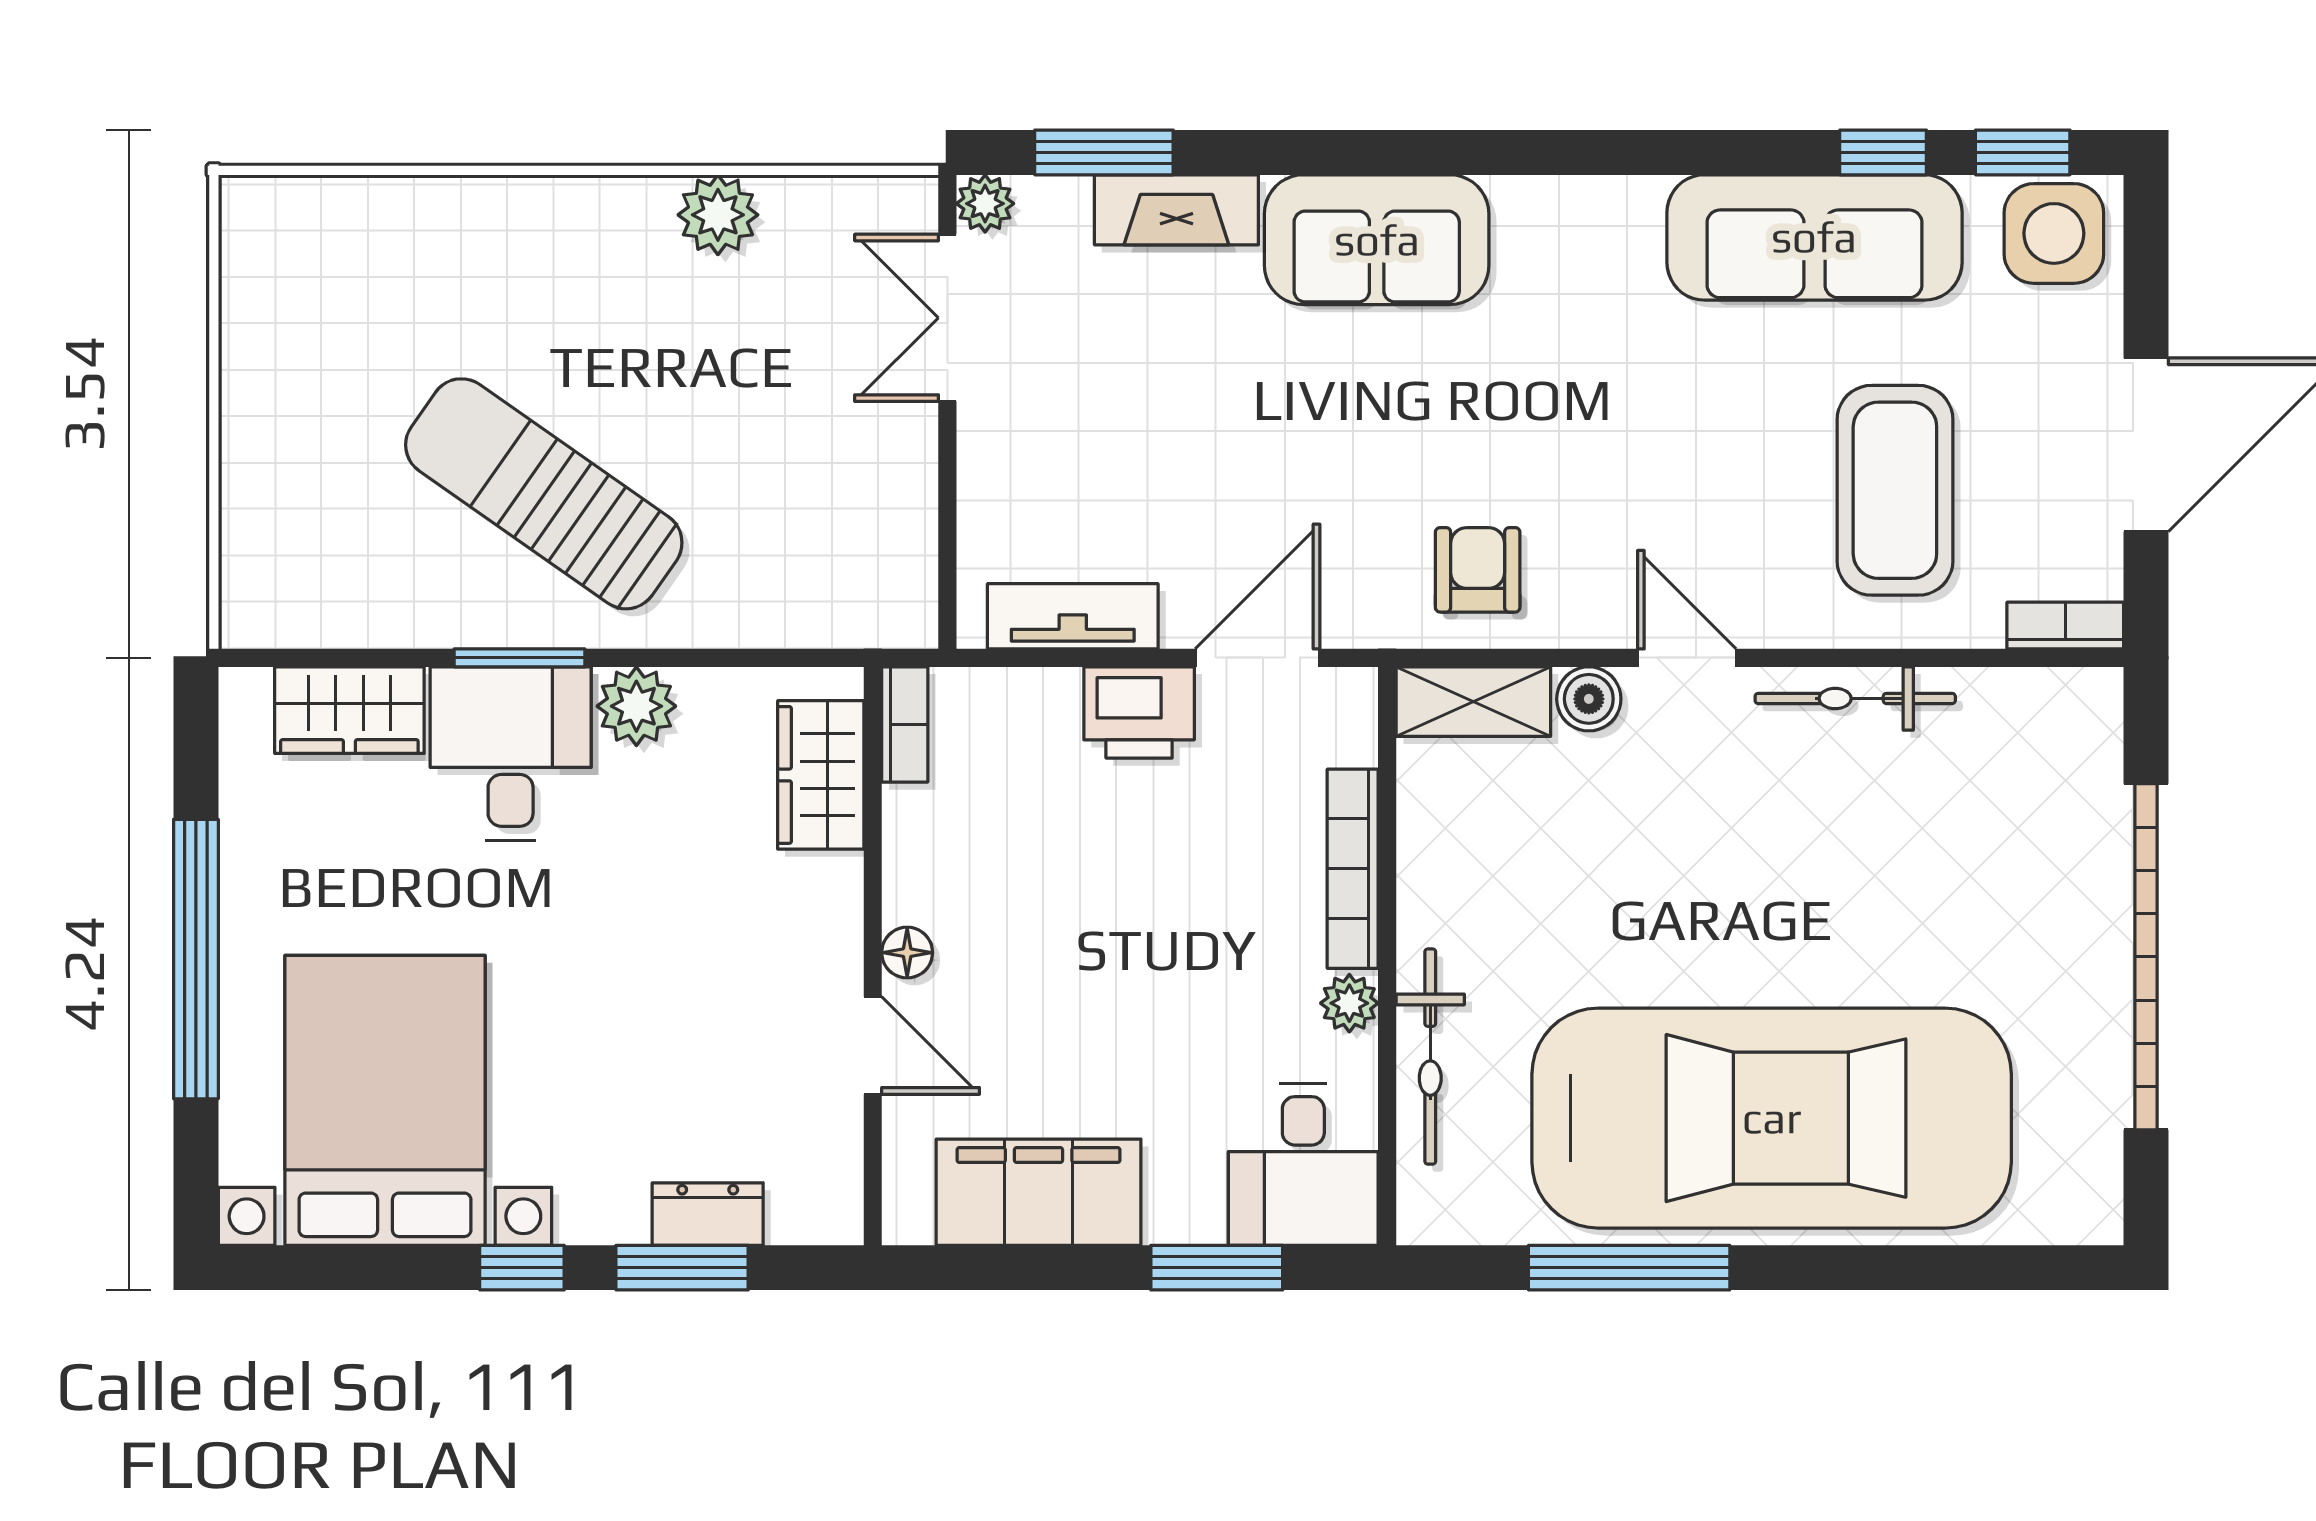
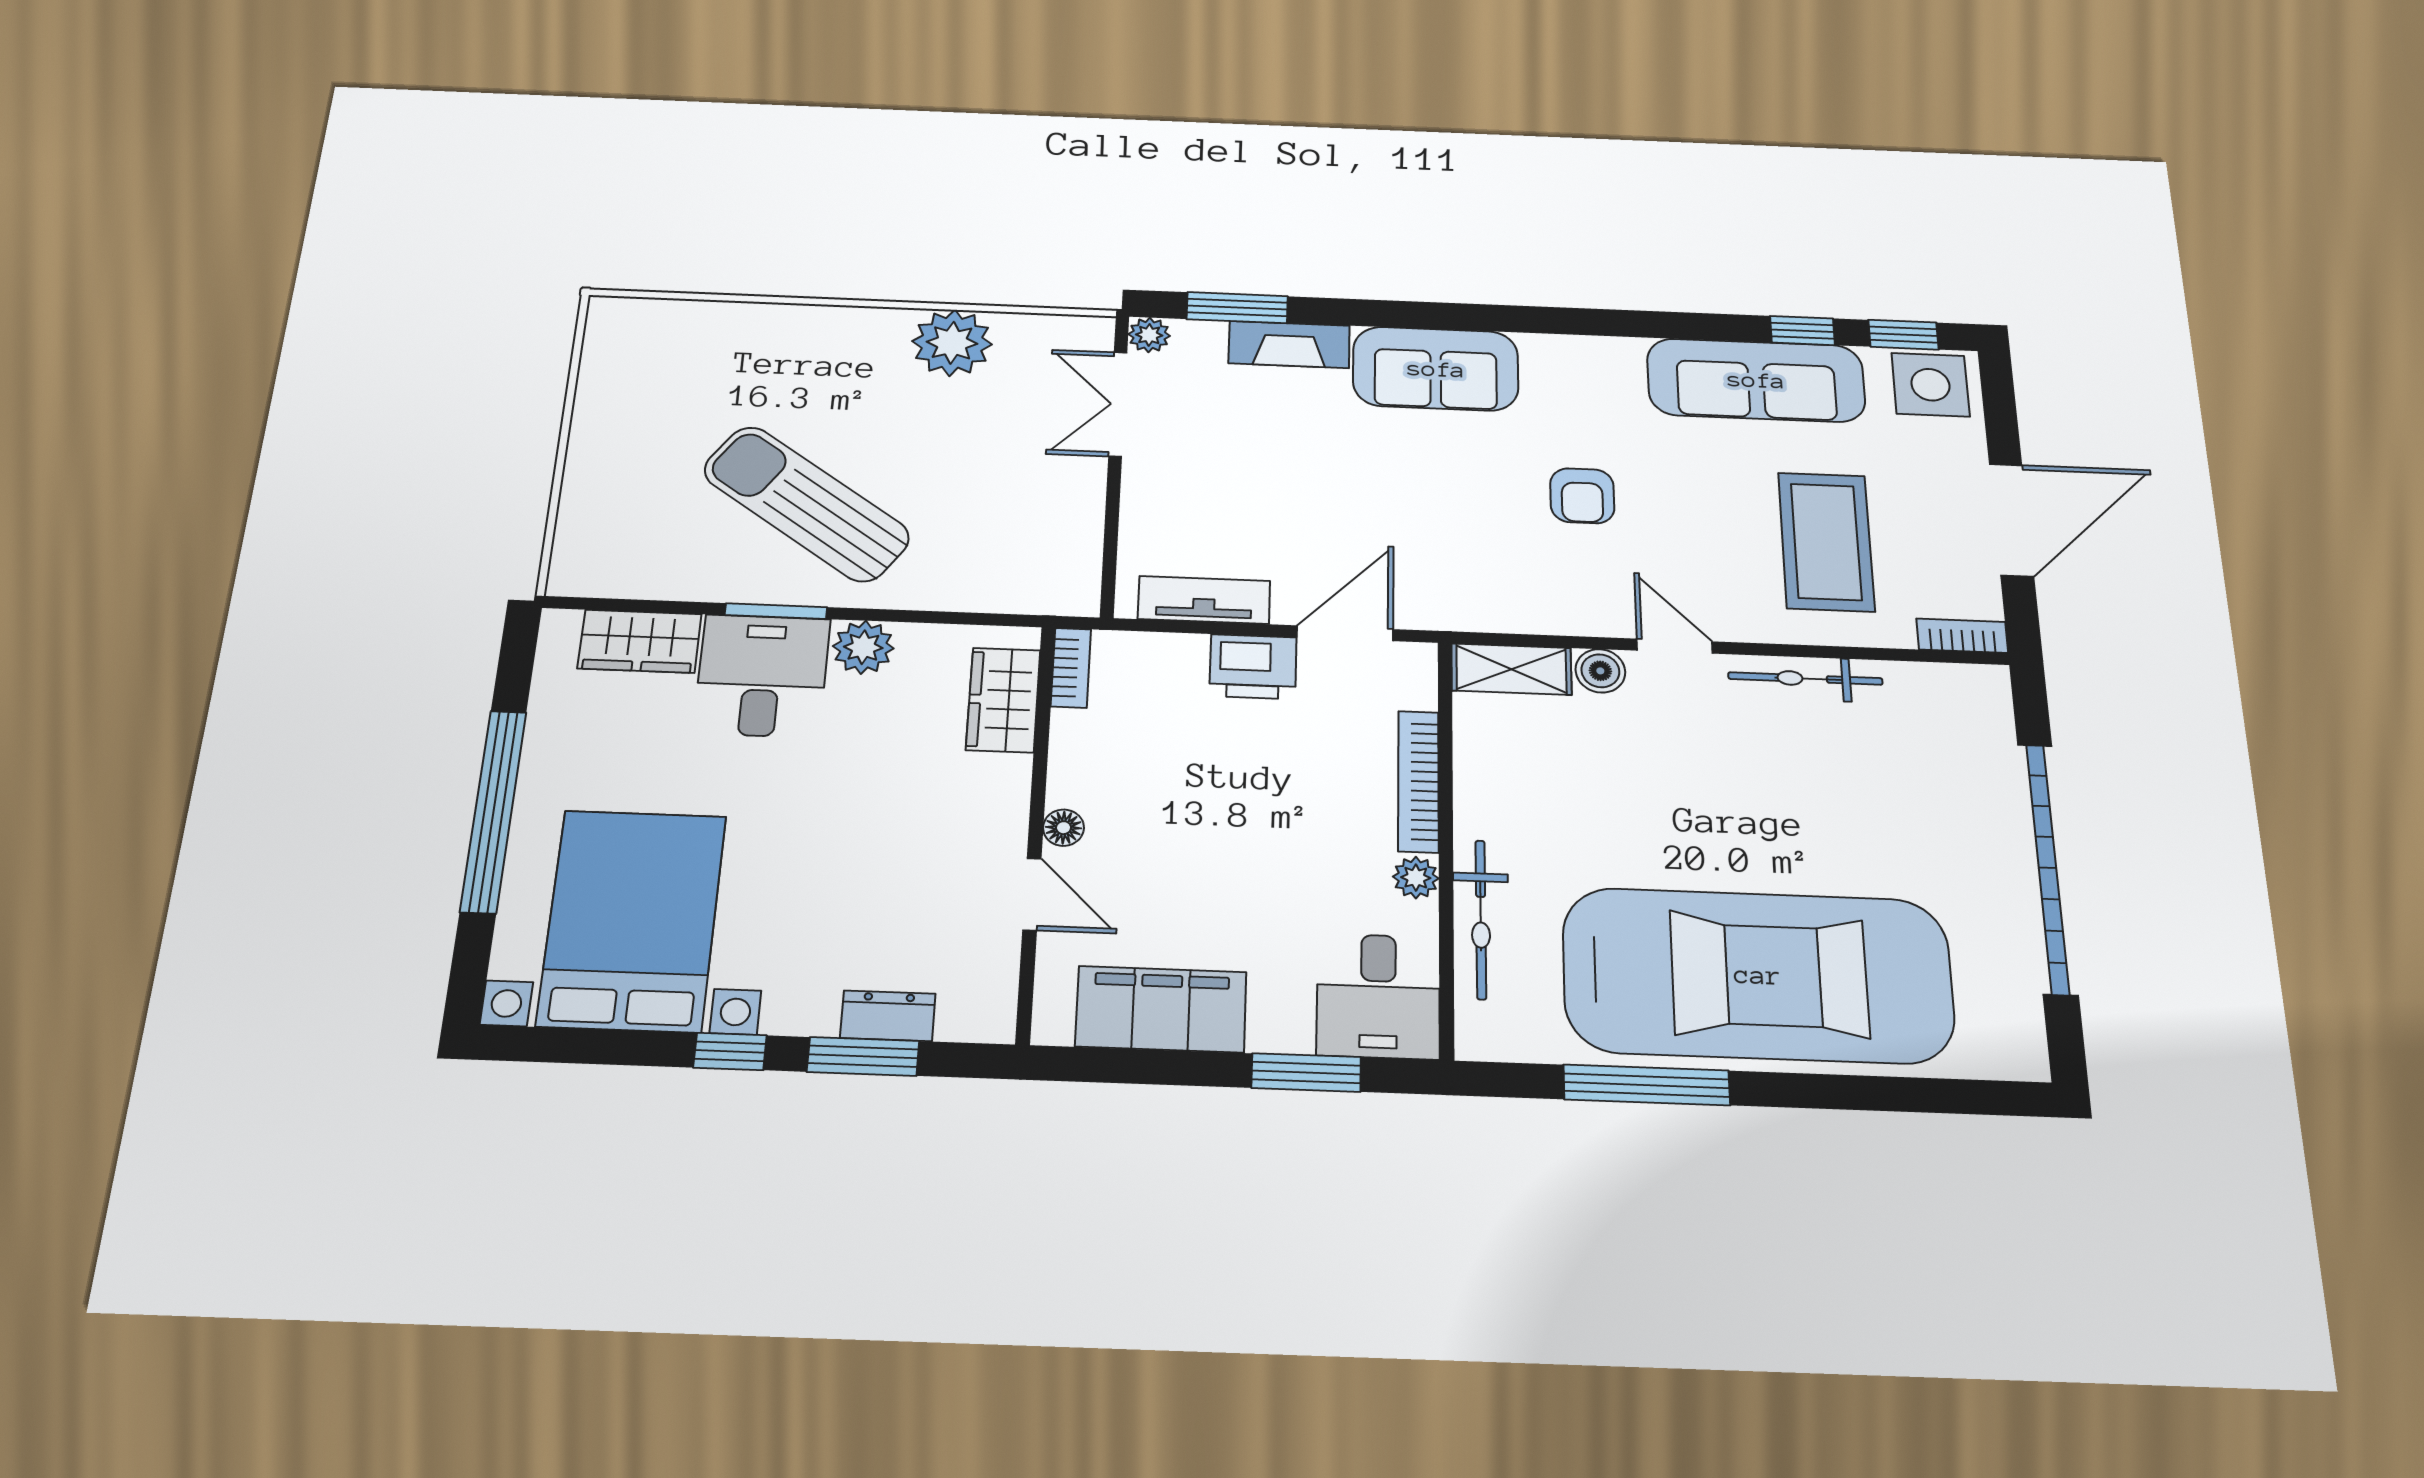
plant: (718, 215) -> (952, 343), width x1.36, depth x1.36
armchair: (1478, 570) -> (1582, 496), moved, turned 180

